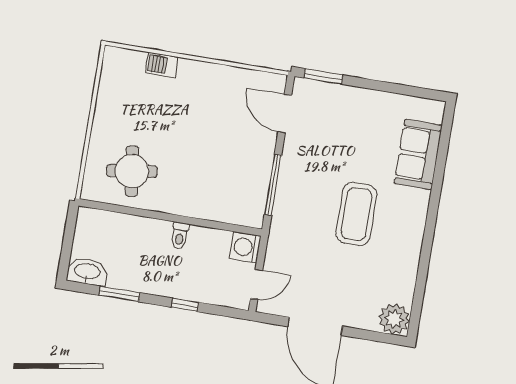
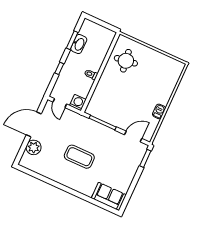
barbecue: (162, 65) -> (159, 111), moved
sofa: (418, 154) -> (109, 196), moved
washbasin: (87, 272) -> (79, 44), moved
plant: (394, 319) -> (34, 147), moved

